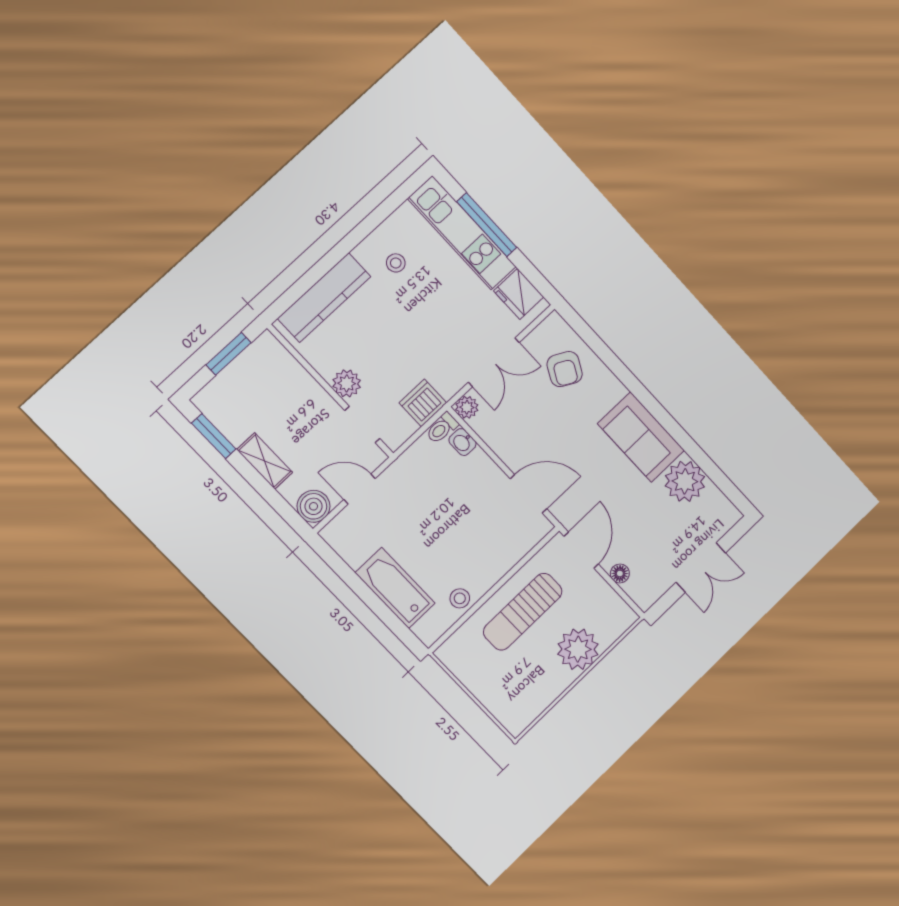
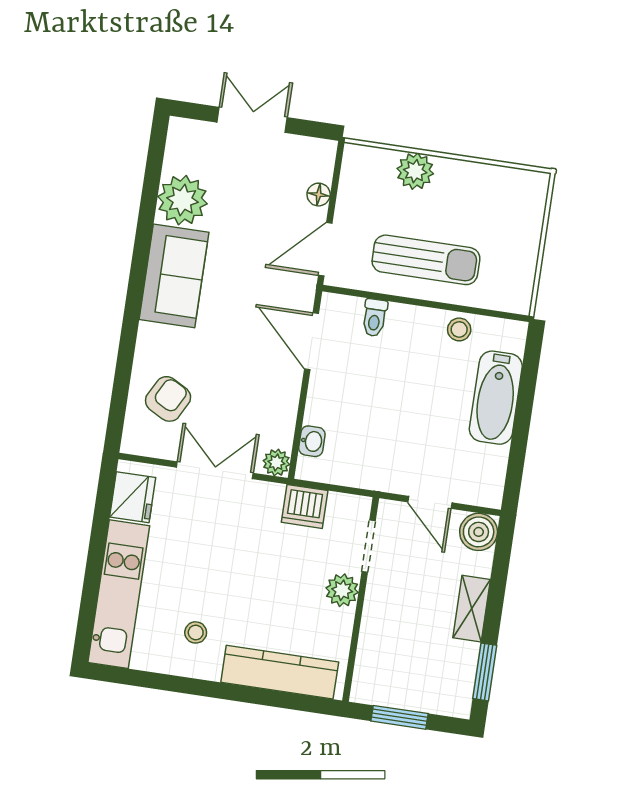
window: (487, 225) -> (93, 577), removed
toilet: (442, 428) -> (375, 318), moved, turned 90
plant: (578, 649) -> (415, 171), width x0.73, depth x0.73

